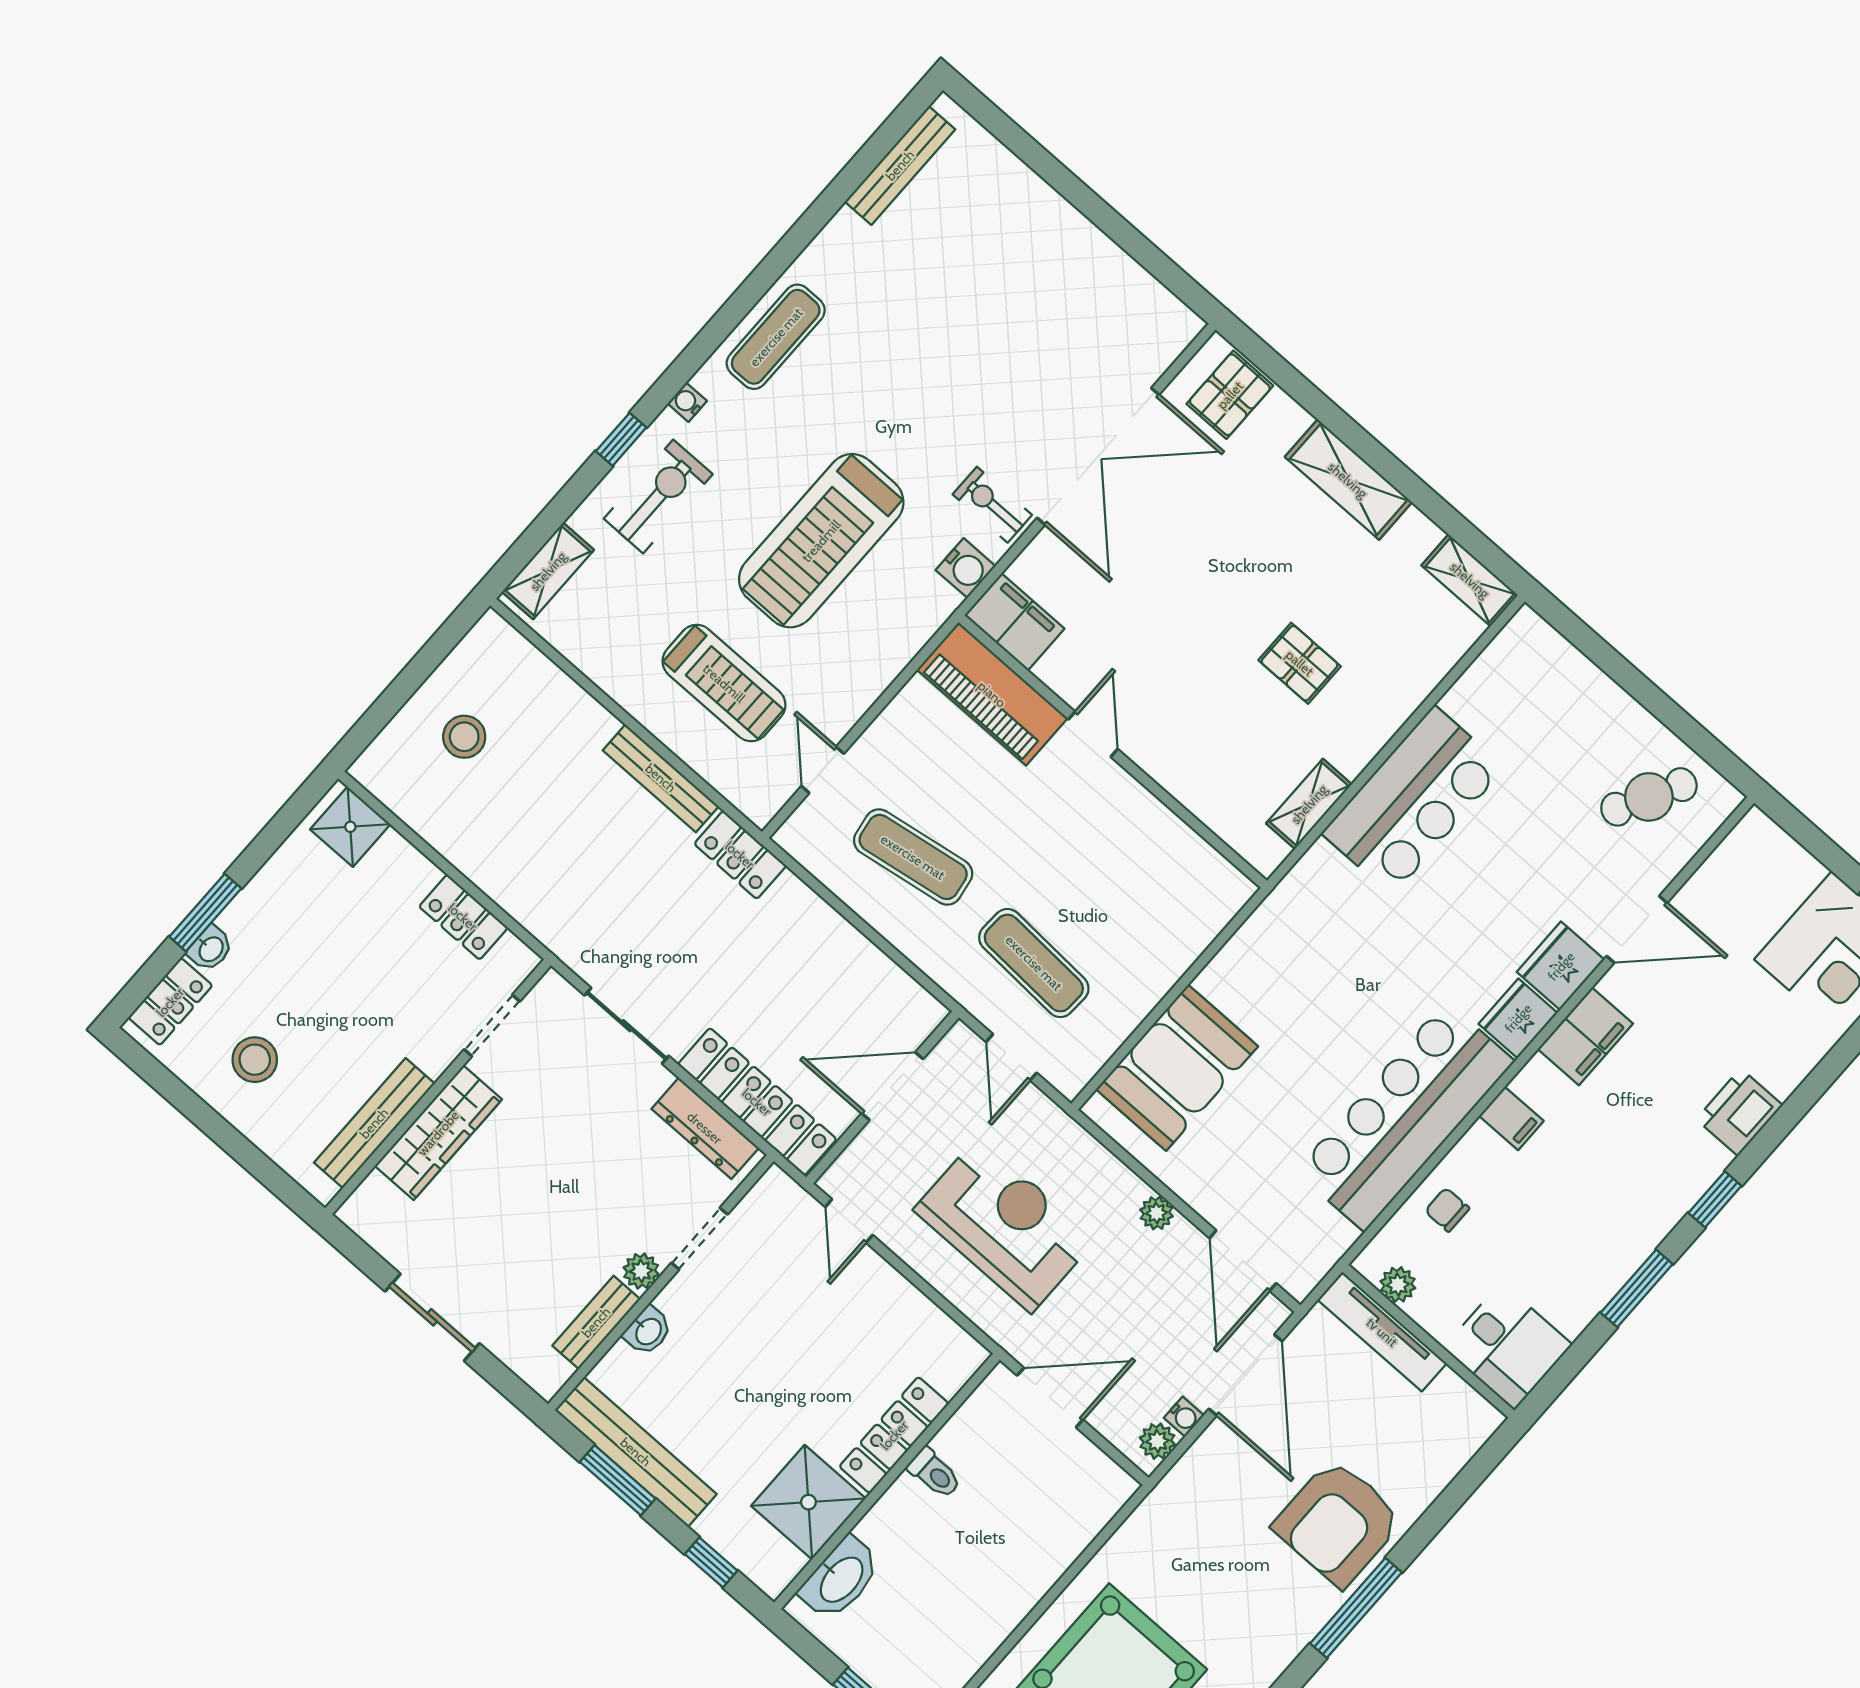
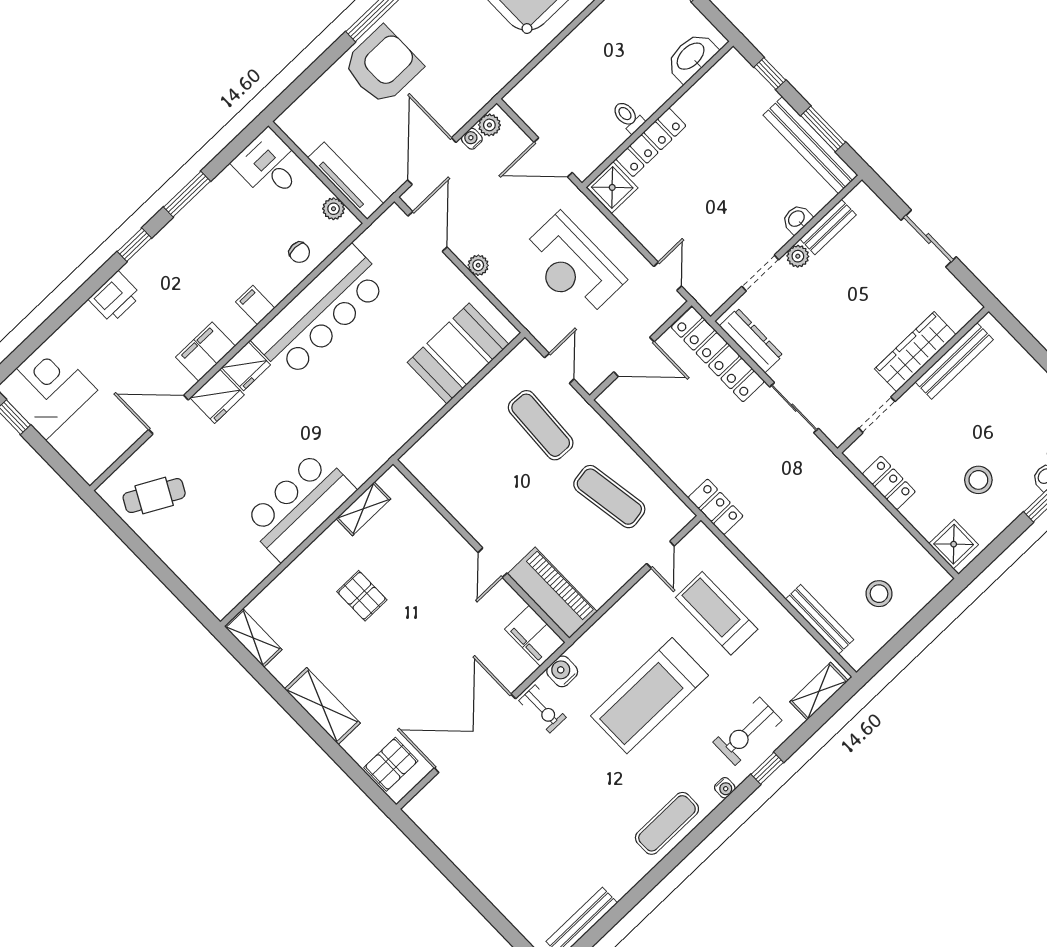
treadmill: (821, 541) -> (649, 696), turned 180
bench: (661, 778) -> (820, 619), moved
stool: (255, 1060) -> (978, 480), moved
shower: (808, 1502) -> (612, 187), moved, width x0.73, depth x0.73

